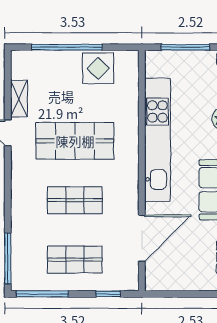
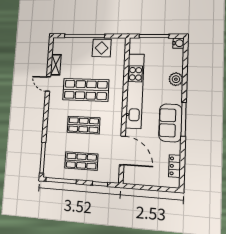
door: (142, 238) -> (122, 150), hinge flipped

